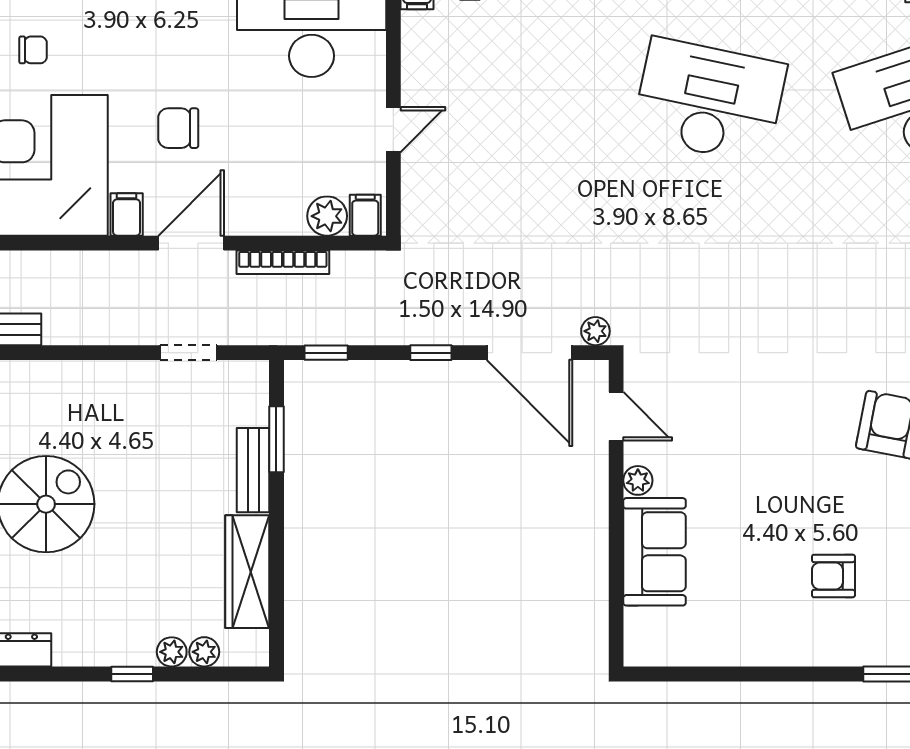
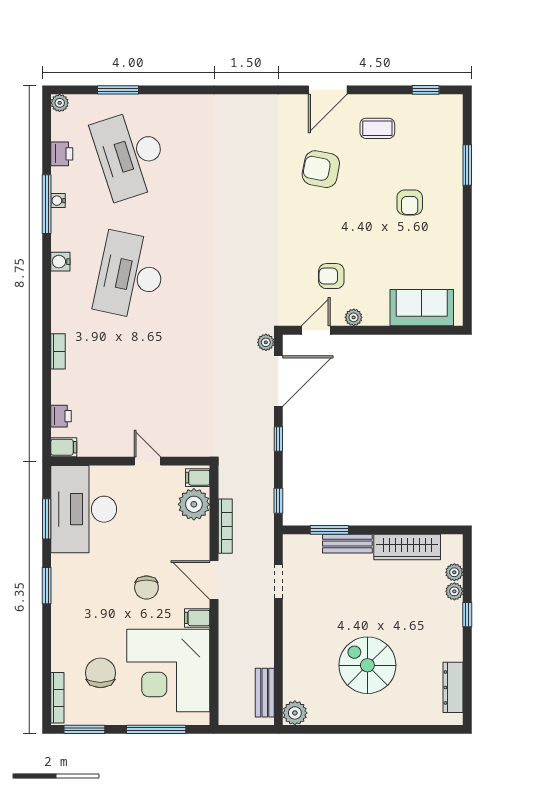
chair: (33, 50) -> (100, 673), width x1.87, depth x1.87
plant: (327, 216) -> (194, 504), width x1.36, depth x1.36
armchair: (708, 443) -> (331, 276), added
sofa: (655, 552) -> (422, 308), moved

